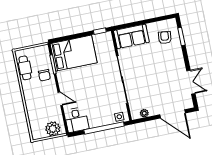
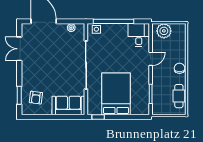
bed: (74, 53) -> (116, 94), moved, turned 90
chair: (44, 75) -> (179, 68), moved
door: (60, 99) -> (151, 59), swing flipped

